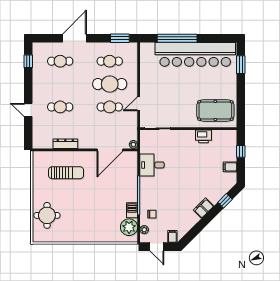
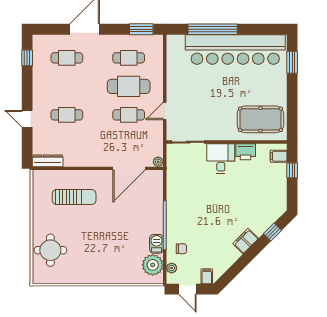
dresser: (65, 144) -> (48, 161), moved
desk: (152, 165) -> (221, 159), moved, turned 90
filing cabinet: (230, 167) -> (279, 156), moved

